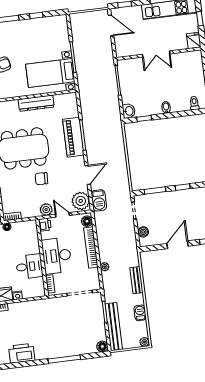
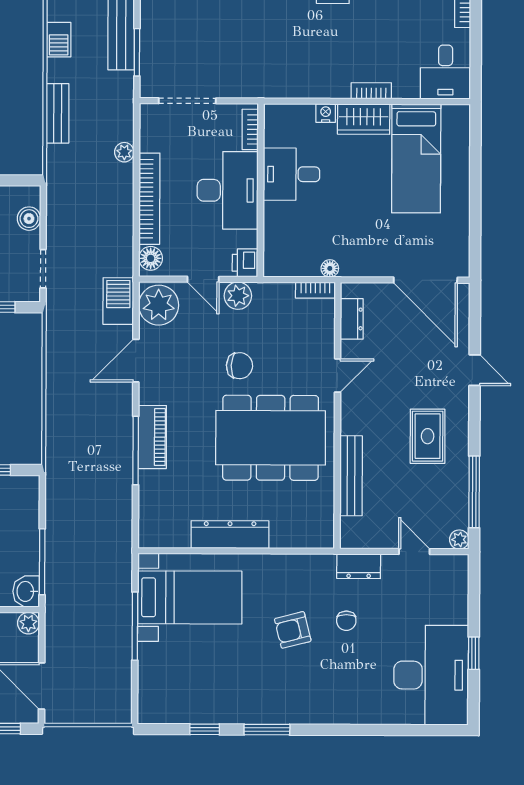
plant: (120, 52) -> (28, 623), added
washbasin: (129, 111) -> (26, 591), moved
piano: (73, 137) -> (152, 437), width x0.73, depth x0.75

